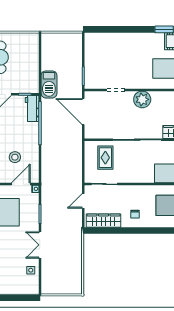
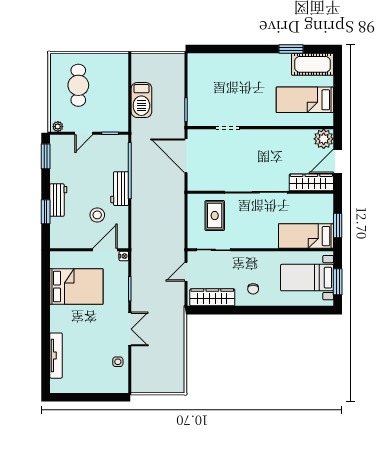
barbecue: (49, 84) -> (141, 100), moved
plant: (142, 99) -> (263, 140), removed
workbench: (32, 108) -> (120, 189), moved
double door: (40, 245) -> (130, 329), swing flipped

